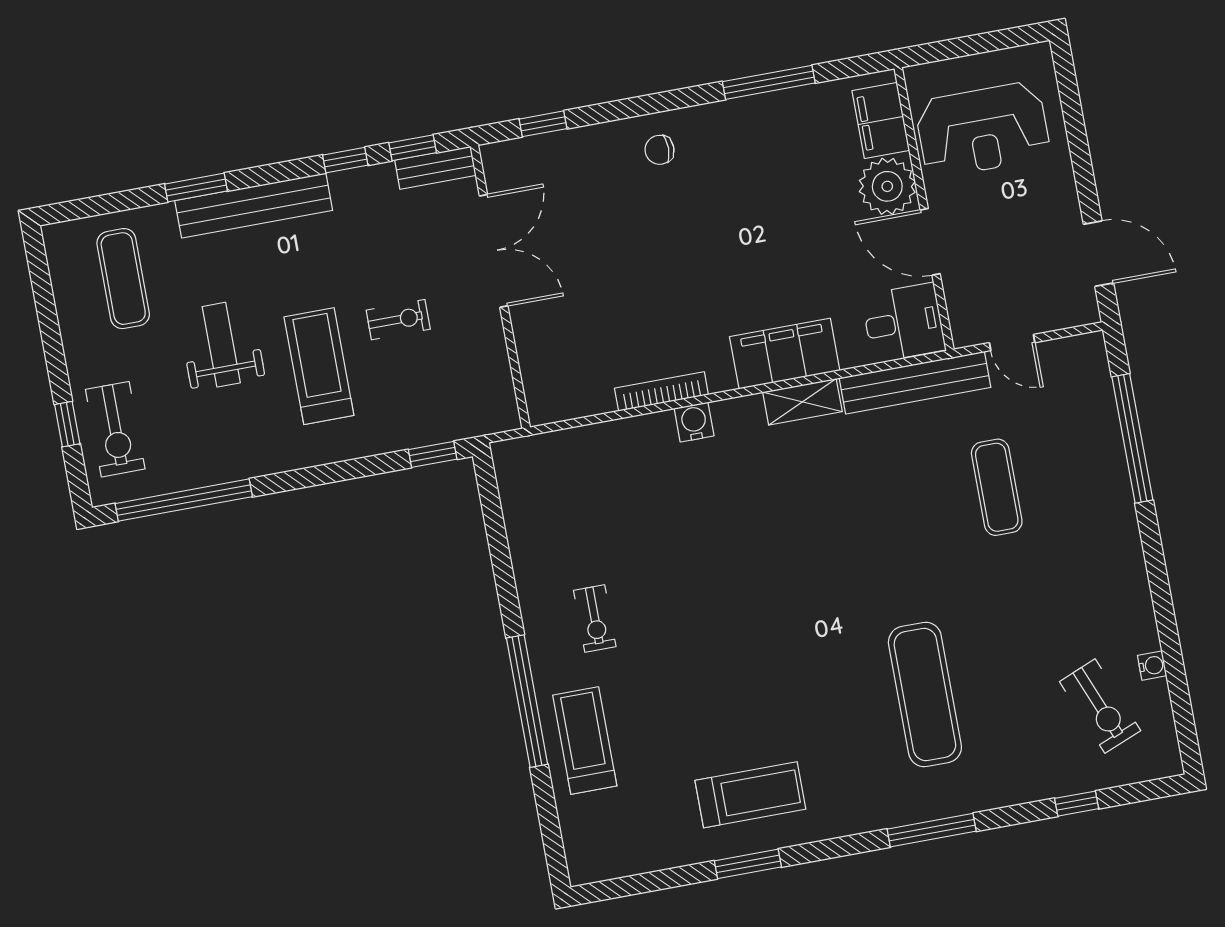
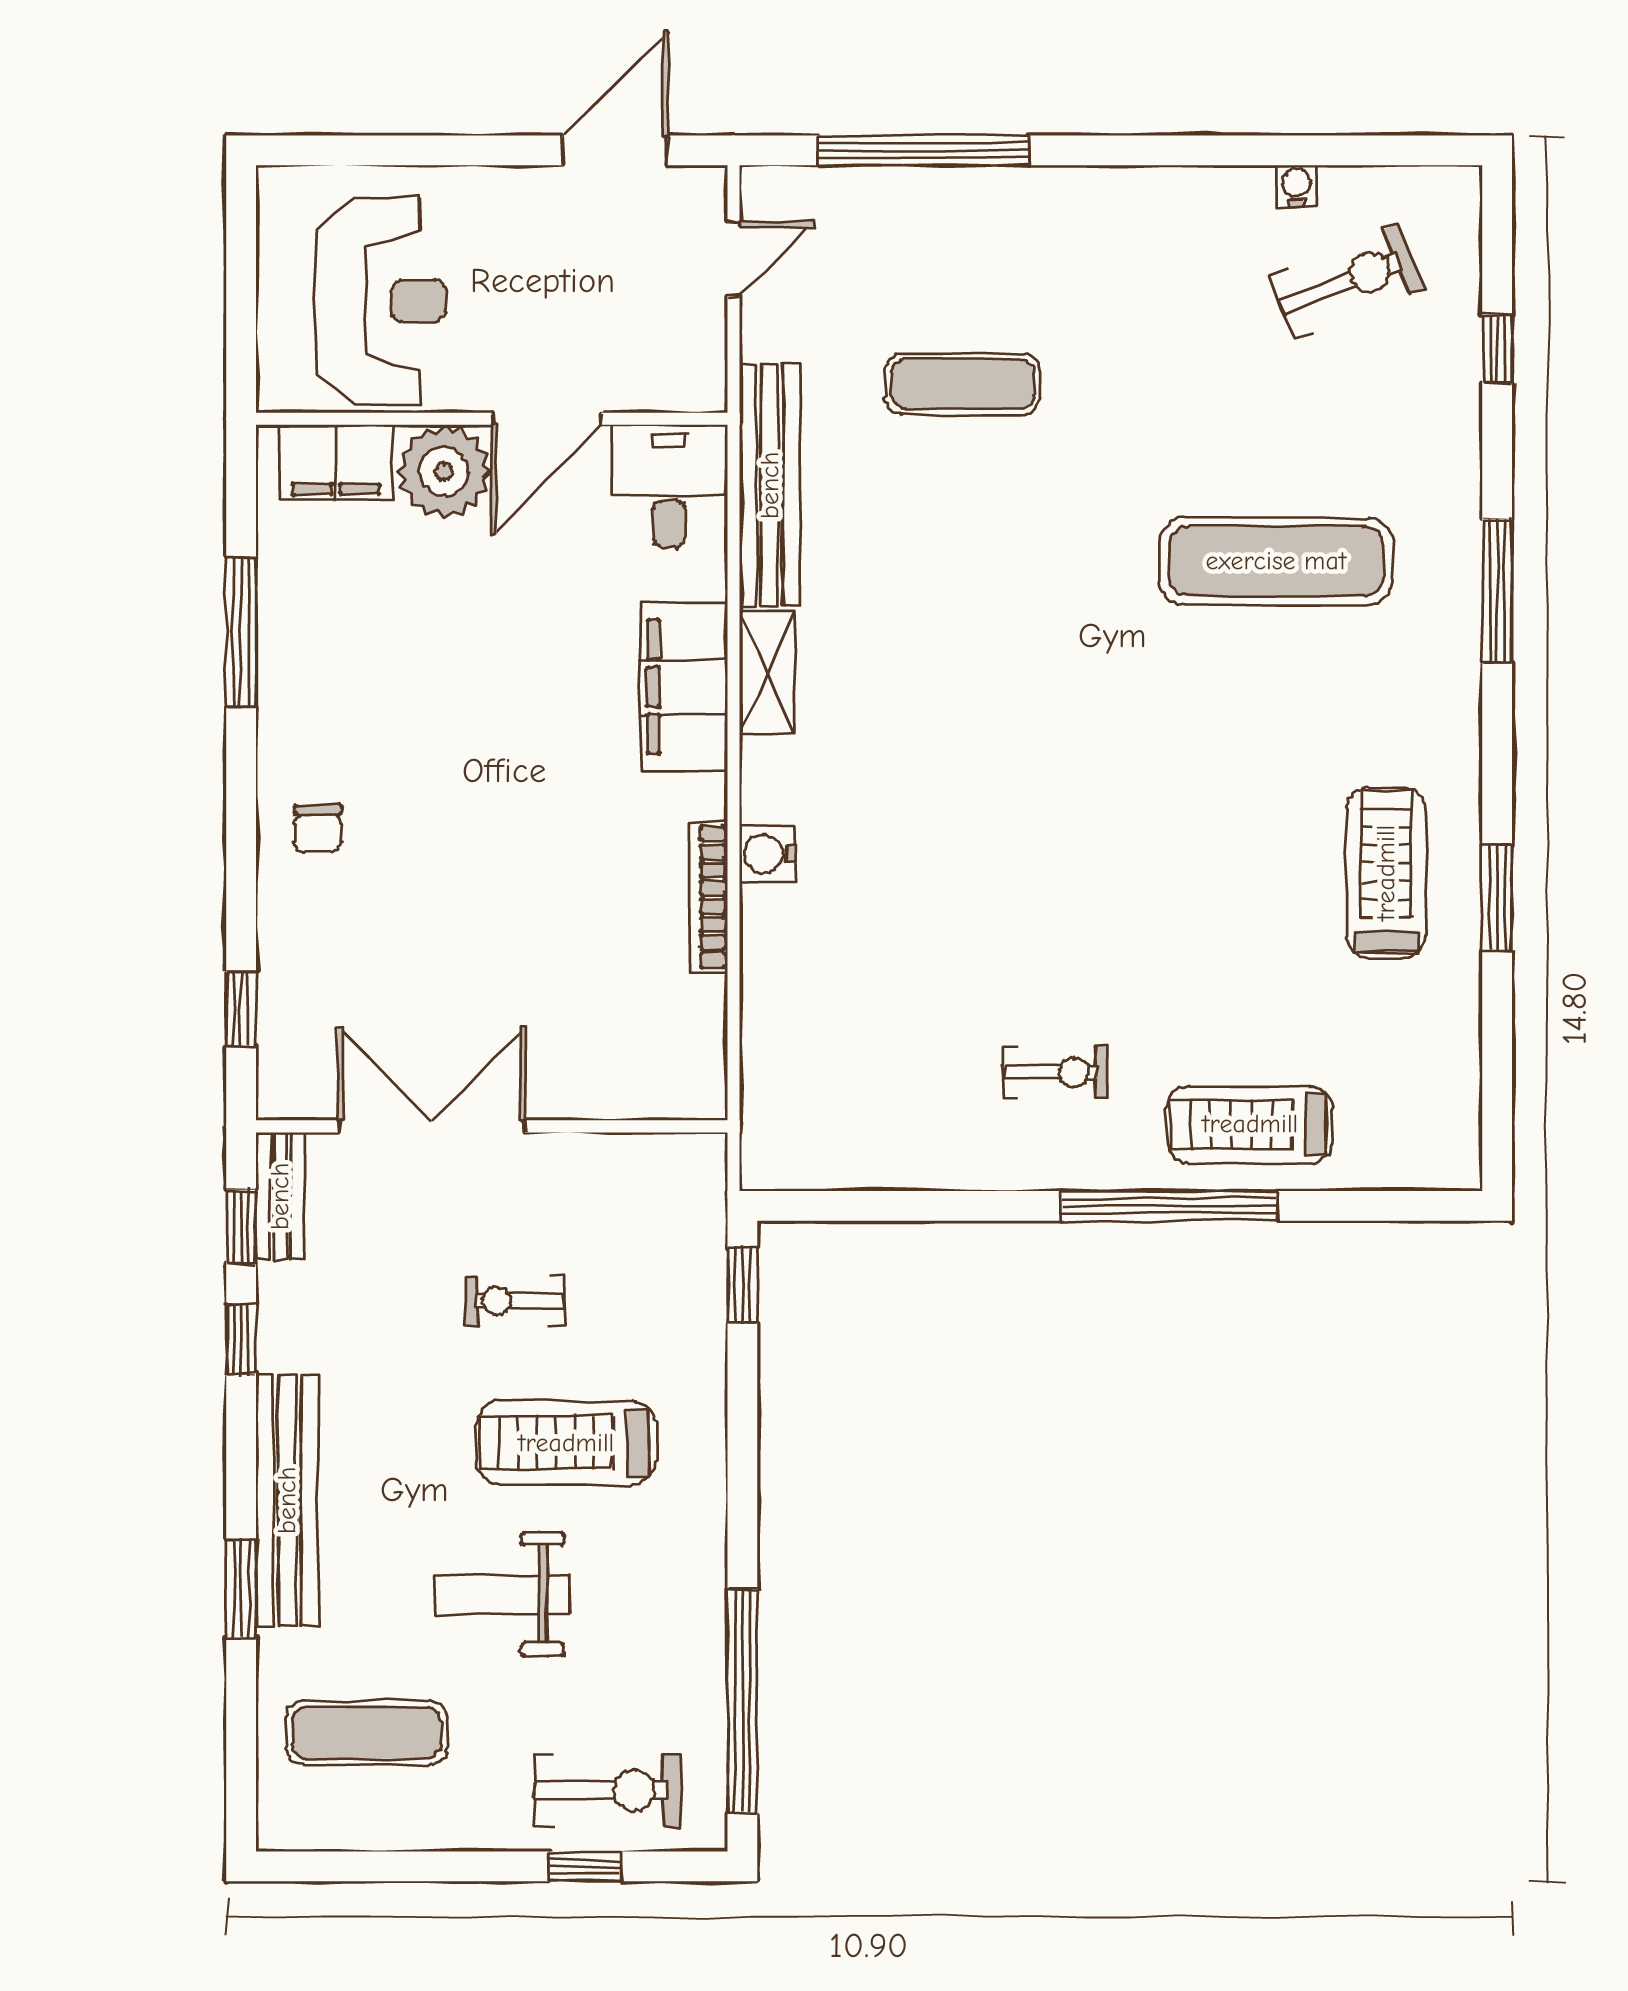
exercise bike: (398, 320) -> (514, 1301), turned -90
door: (1012, 343) -> (733, 259), moved

